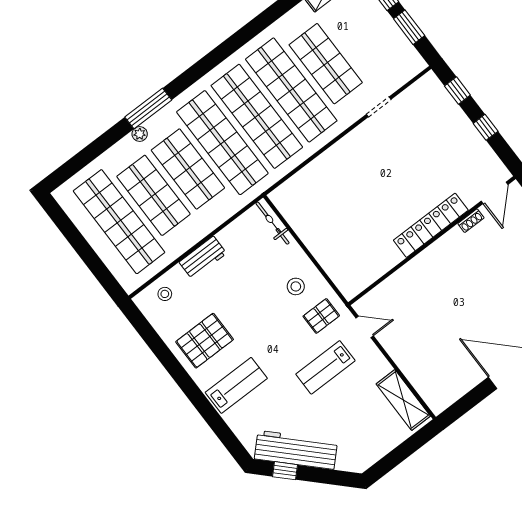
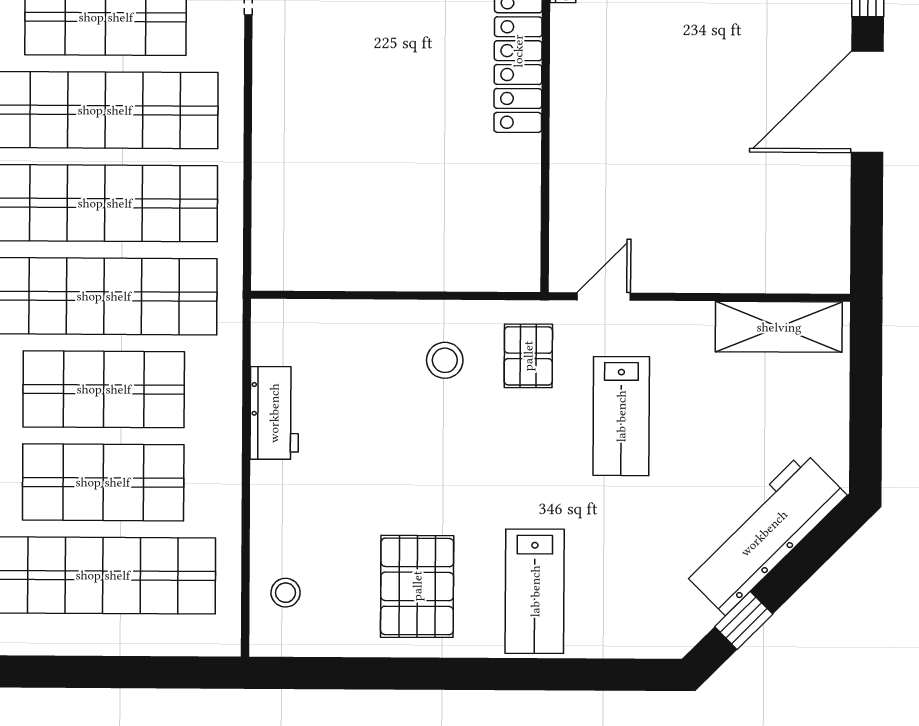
bicycle: (272, 223) -> (307, 317), removed
workbench: (203, 258) -> (274, 413), moved
lab bench: (236, 385) -> (535, 591), turned 180
workbench: (296, 450) -> (764, 533), moved

